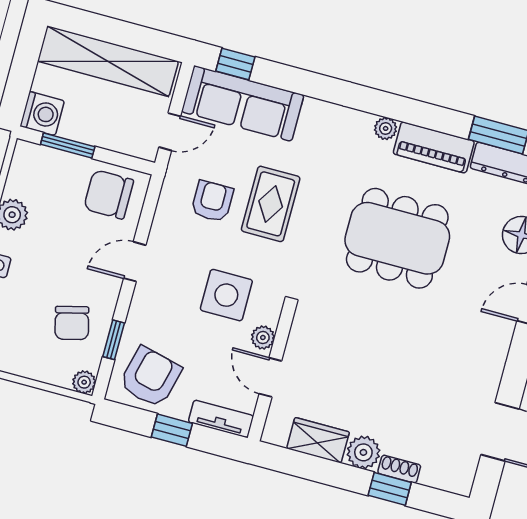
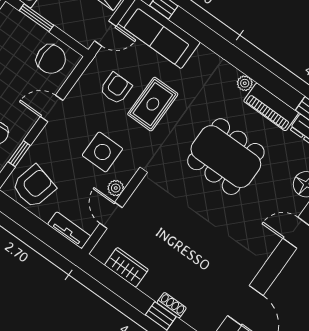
chair: (109, 194) -> (51, 59), turned 180
window: (172, 430) -> (35, 226), removed
plant: (363, 452) -> (153, 286), removed

